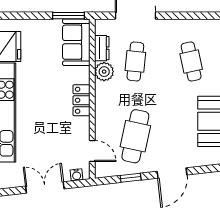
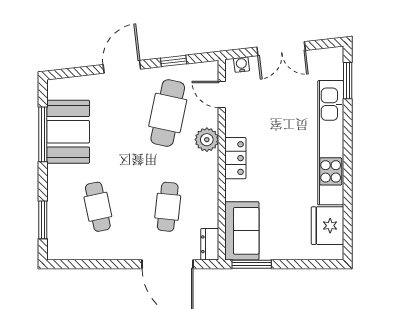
dresser: (102, 48) -> (210, 244), moved
plant: (104, 72) -> (207, 140), moved

